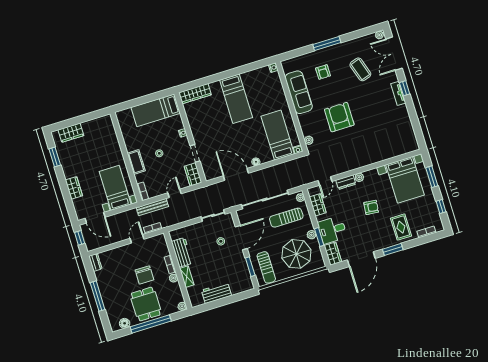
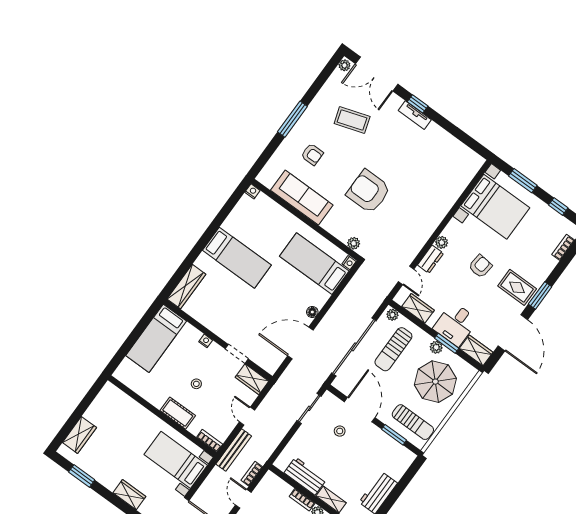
rug: (401, 227) -> (517, 287), moved

